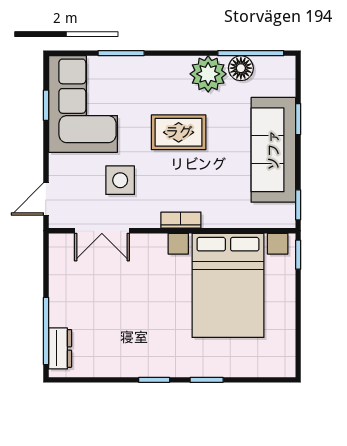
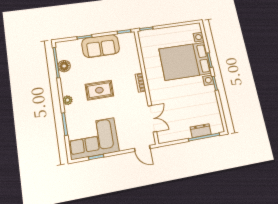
plant: (208, 74) -> (68, 100), moved, width x0.53, depth x0.53
rug: (179, 132) -> (99, 90), turned 90
sofa: (273, 150) -> (101, 46), width x0.73
side table: (120, 180) -> (127, 114), removed
bed with nightstands: (228, 285) -> (185, 61), moved, turned 180
dresser: (60, 348) -> (201, 131), moved

